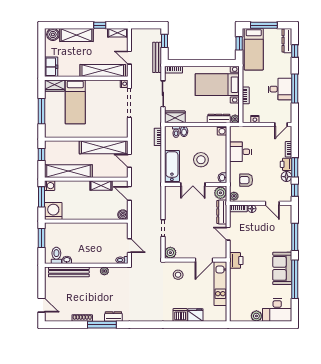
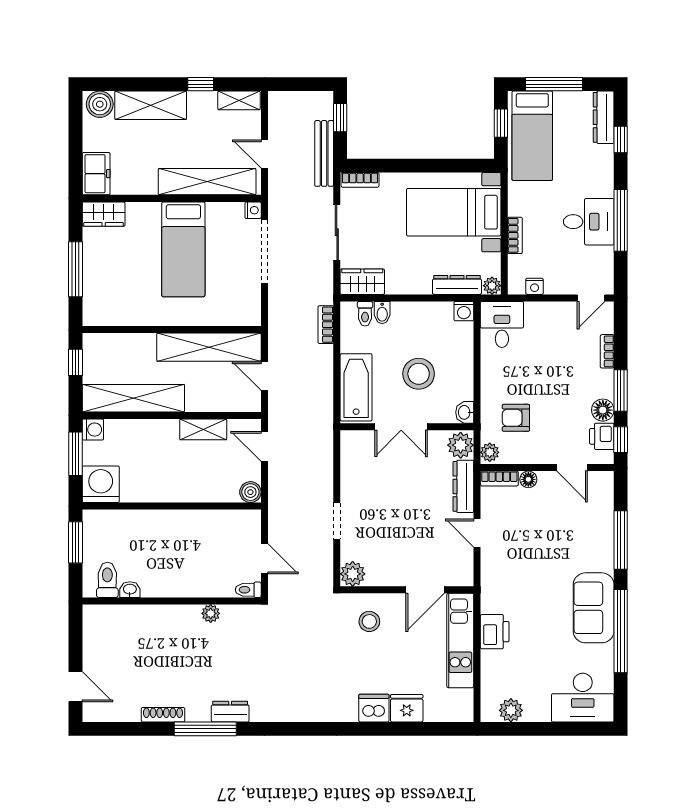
bed: (75, 102) -> (183, 249), moved
desk: (240, 152) -> (502, 324), moved, turned 90
printer: (286, 164) -> (602, 436), moved
printer: (236, 260) -> (495, 632), moved
bench: (69, 272) -> (134, 615), removed
plant: (256, 316) -> (511, 710), moved

